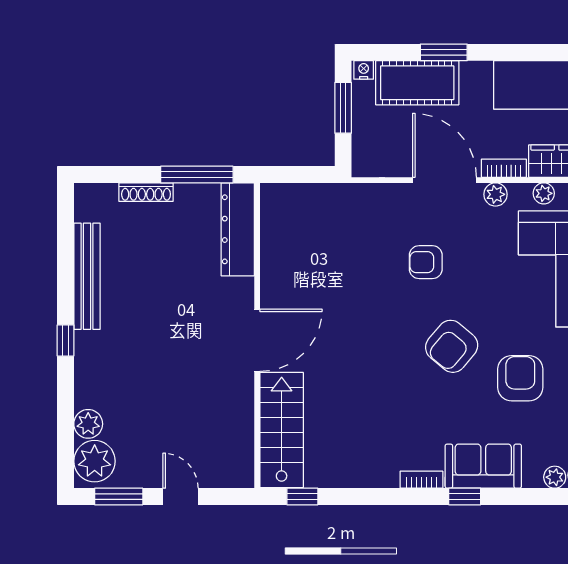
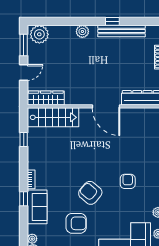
window: (65, 340) -> (112, 21), moved
door: (257, 340) -> (106, 106), moved
plant: (88, 424) -> (82, 31), moved
wardrobe: (238, 447) -> (46, 98), added
window: (302, 497) -> (24, 139), moved

